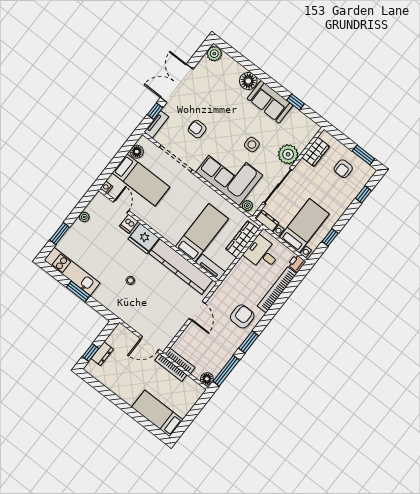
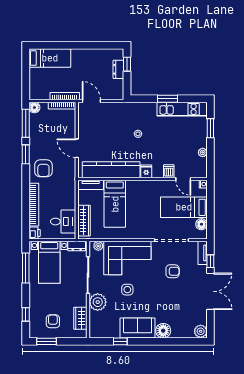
window: (330, 237) -> (26, 268), width x2.17
fridge: (144, 239) -> (146, 171), width x0.53, depth x0.75
door: (150, 344) -> (91, 101), hinge flipped

